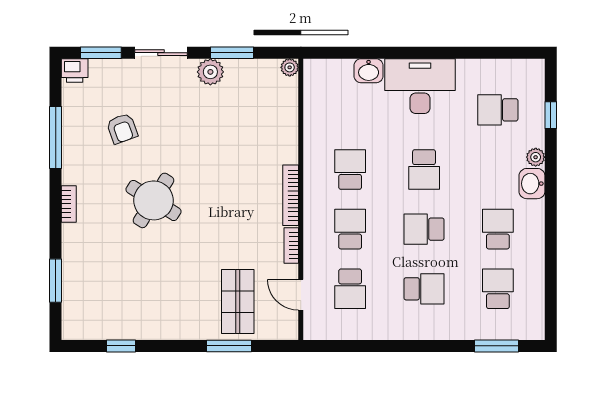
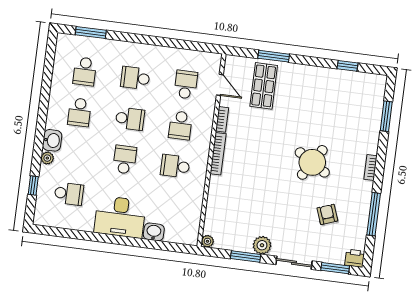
school desk: (350, 169) -> (175, 166), turned 90

